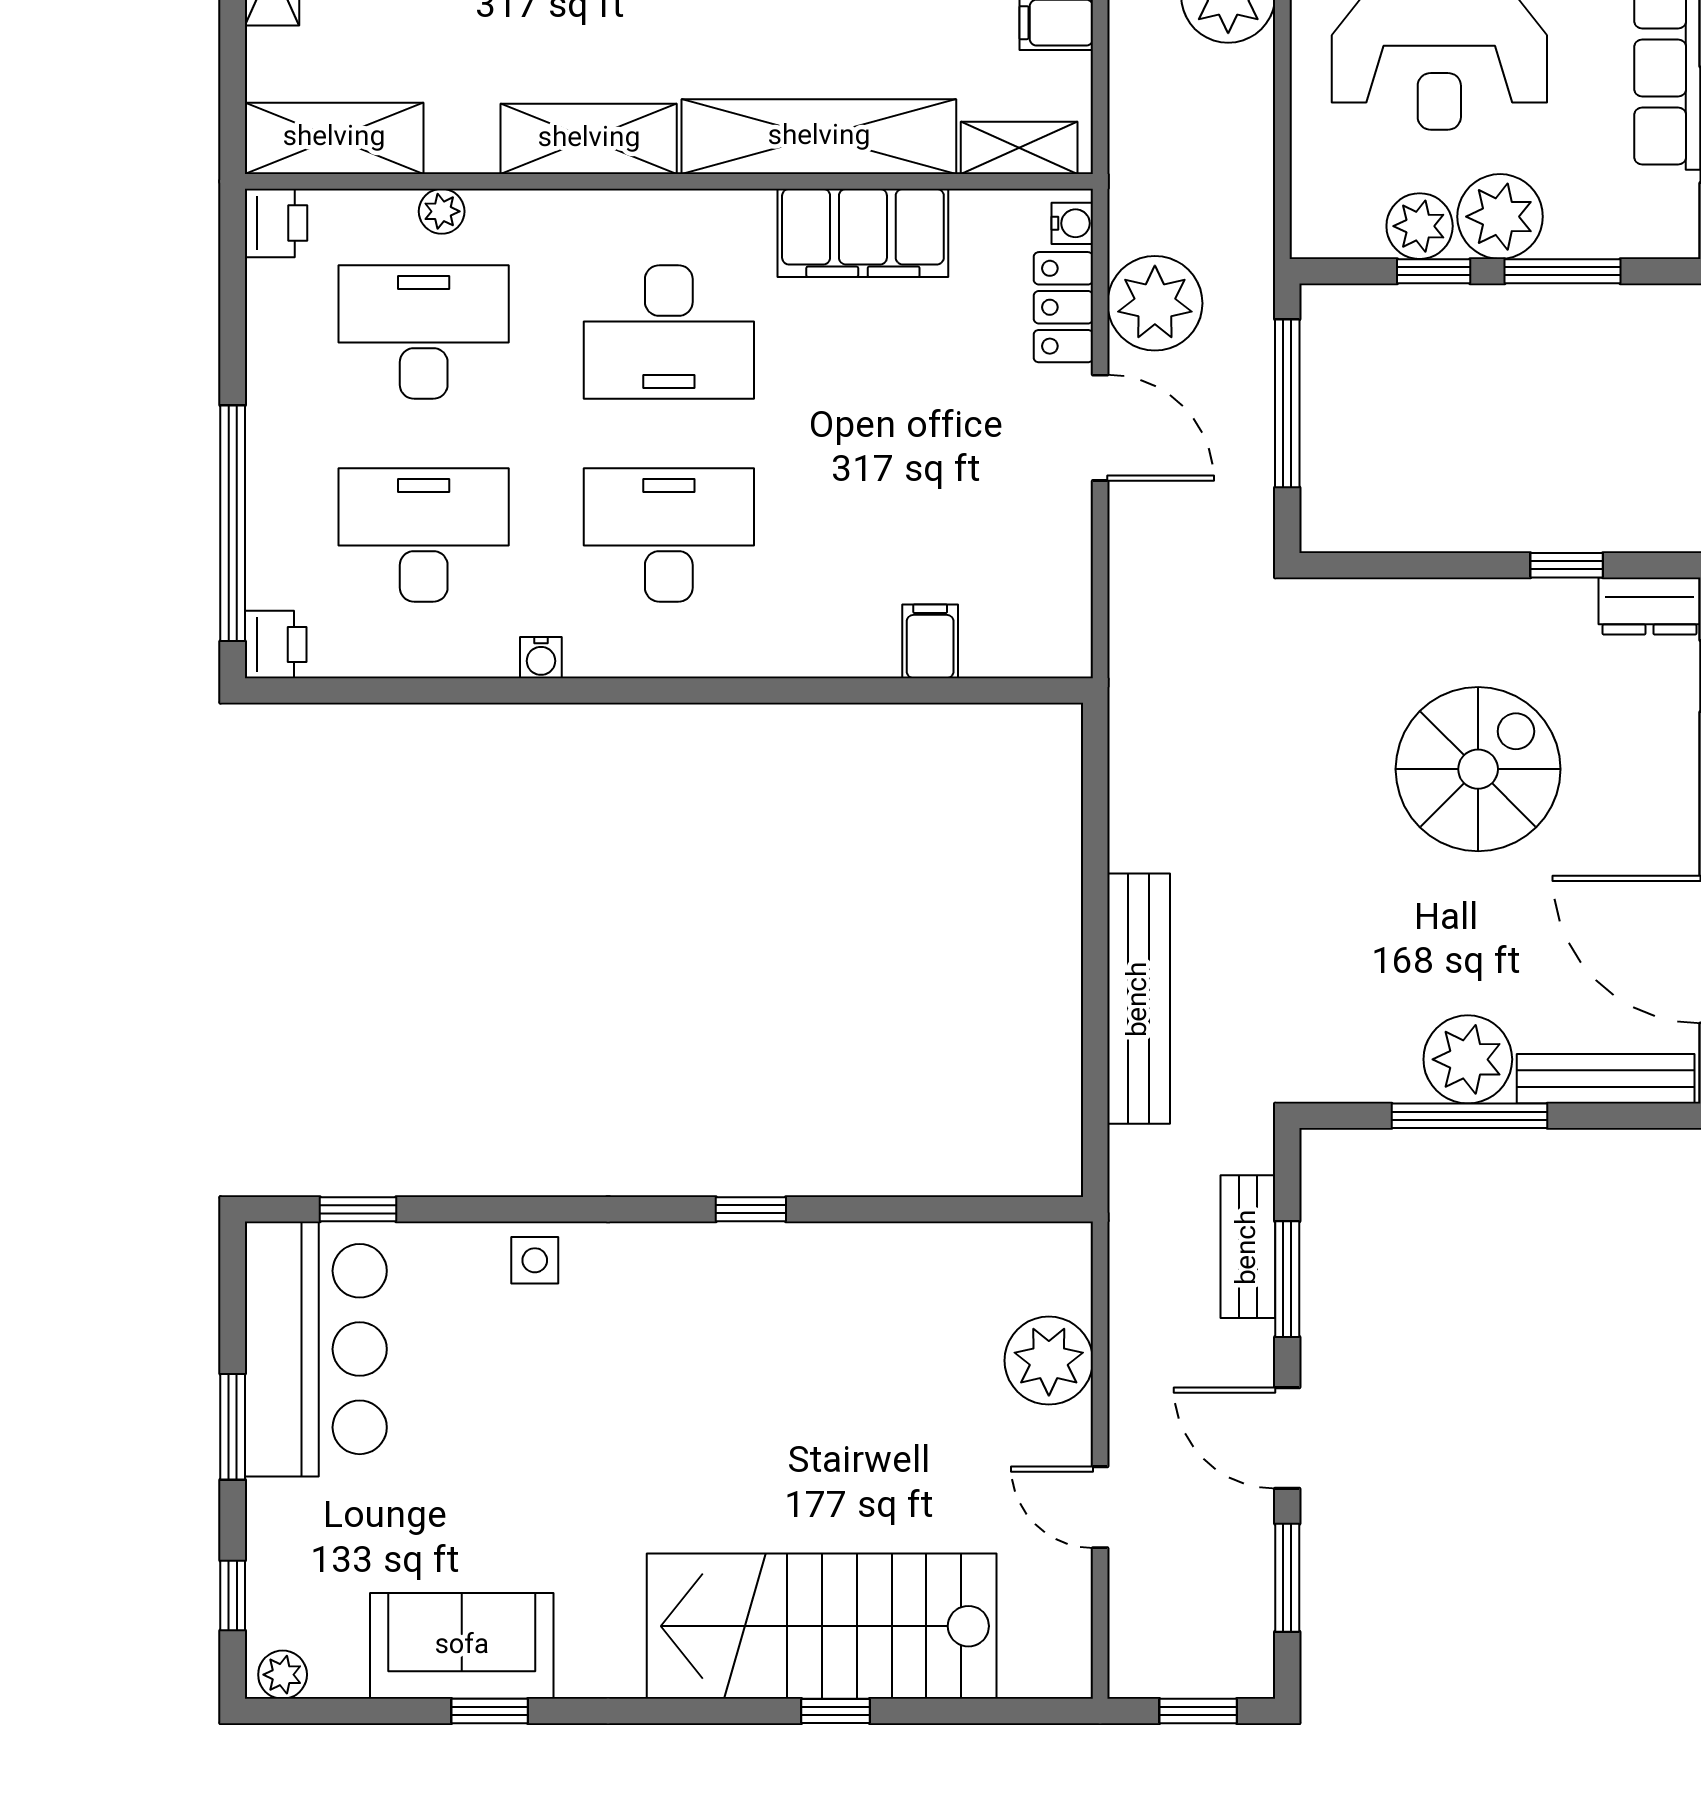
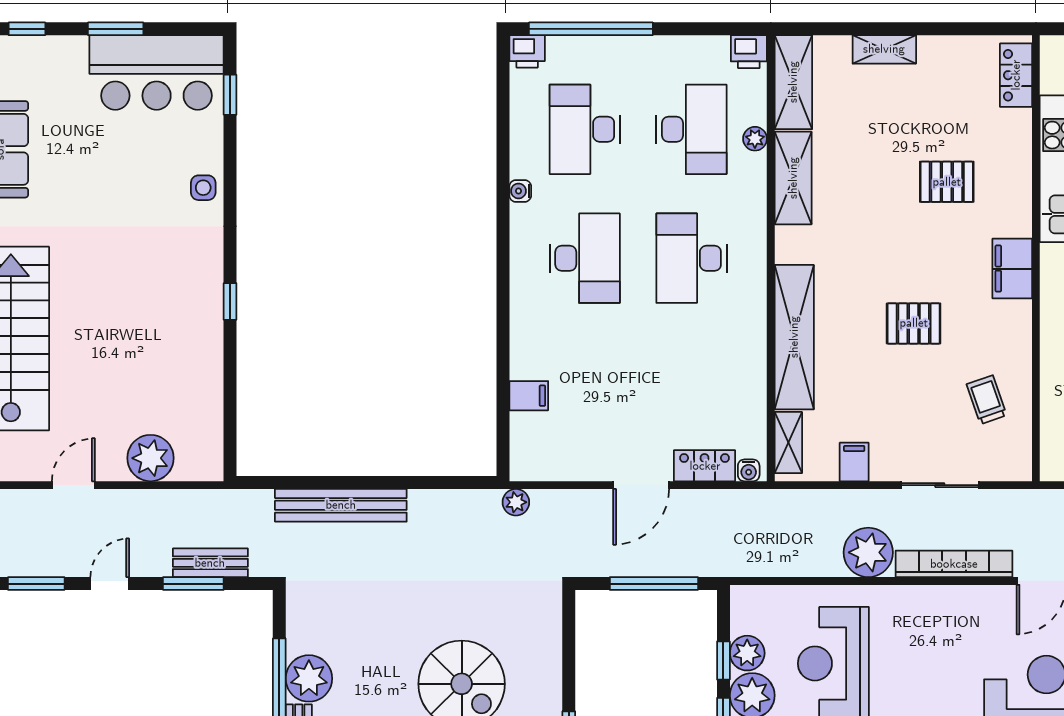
shelving: (589, 139) -> (793, 178), moved
filing cabinet: (863, 233) -> (744, 360), removed
plant: (1155, 303) -> (516, 502), moved, width x0.53, depth x0.53
desk: (424, 535) -> (585, 129), turned 180
door: (1287, 1438) -> (110, 584), width x0.73

